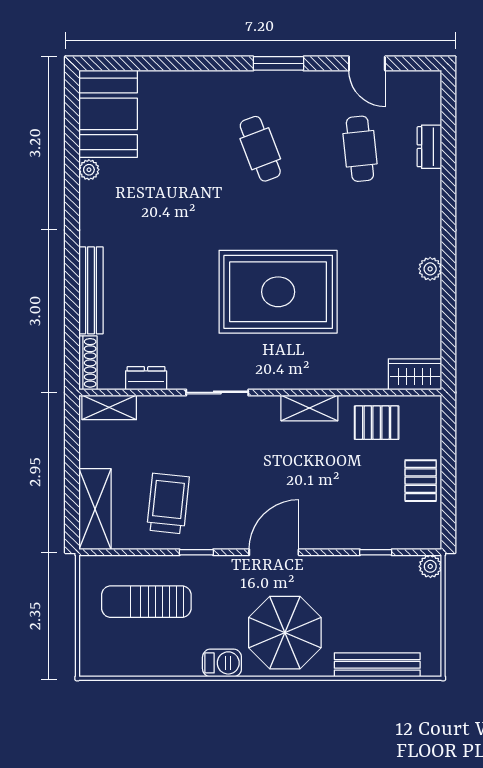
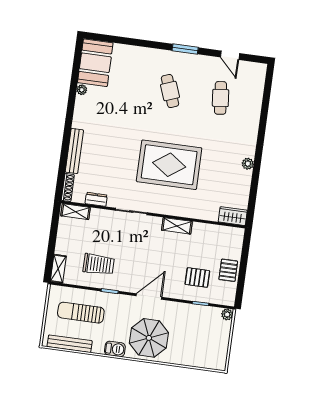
dresser: (429, 147) -> (256, 102), removed
pallet: (377, 423) -> (197, 277), moved
trolley: (168, 503) -> (99, 264), turned 84
shelving: (95, 509) -> (58, 269), width x0.67, depth x0.75
bench: (377, 665) -> (70, 344), moved

